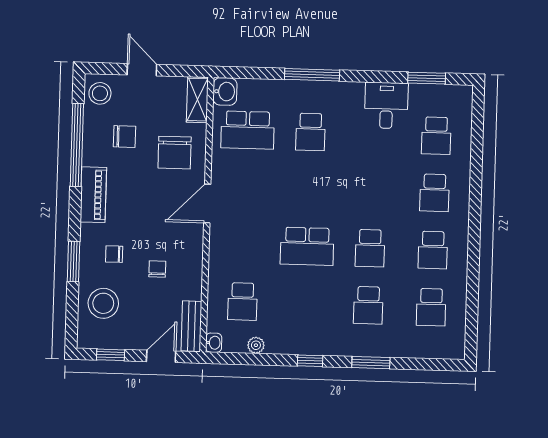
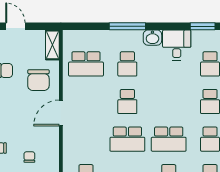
washbasin: (225, 91) -> (152, 38), moved, turned 90
school desk: (309, 189) -> (127, 102), added
school desk: (370, 248) -> (169, 139), width x1.85

